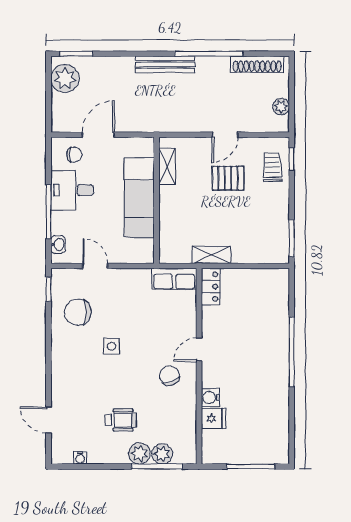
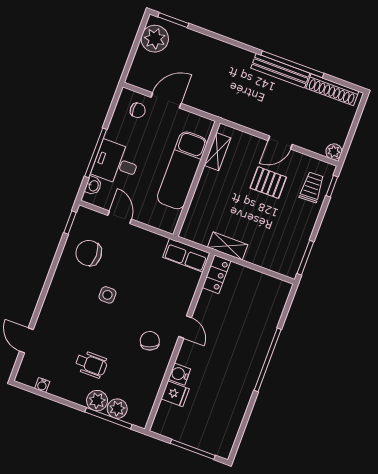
bench: (165, 64) -> (280, 71), moved
plant: (281, 107) -> (334, 152), moved
desk: (72, 190) -> (116, 163), moved
door: (199, 350) -> (185, 327), swing flipped

